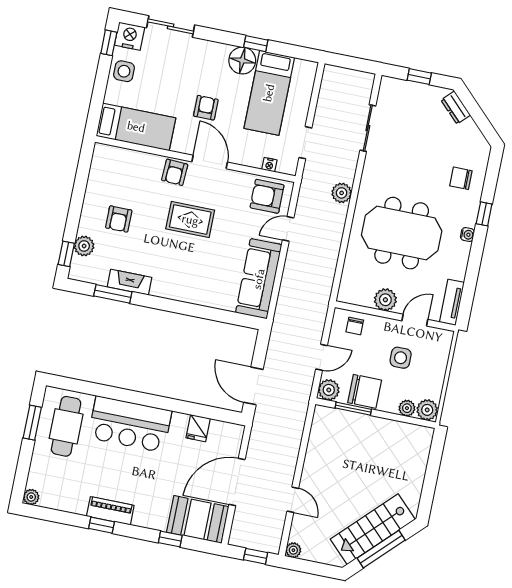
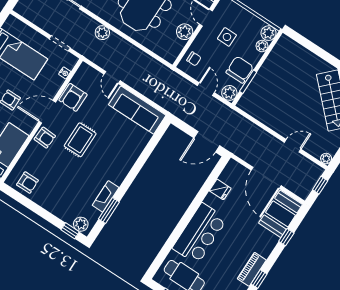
armchair: (267, 196) -> (73, 97), moved
armchair: (119, 219) -> (27, 183), moved
plant: (84, 246) -> (81, 224), moved

